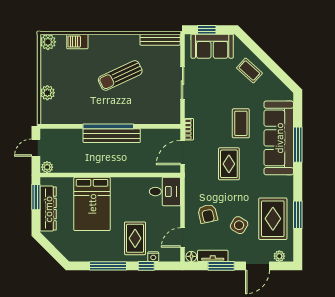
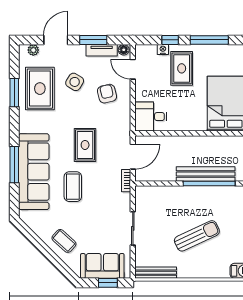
door: (183, 238) -> (133, 69), swing flipped

